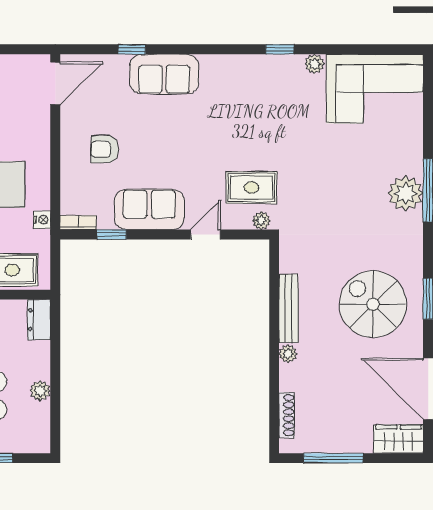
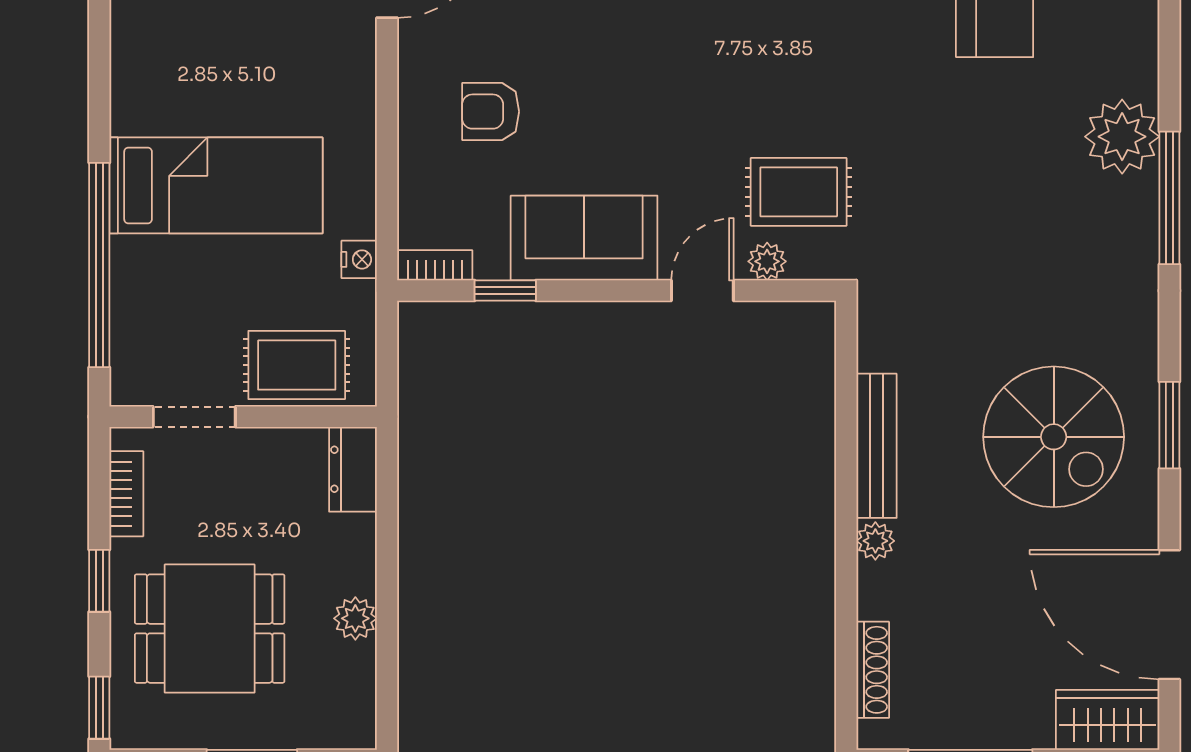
plant: (405, 193) -> (1122, 137), moved
plant: (261, 221) -> (767, 261), moved
spiral stairs: (373, 304) -> (1054, 437), turned 180

